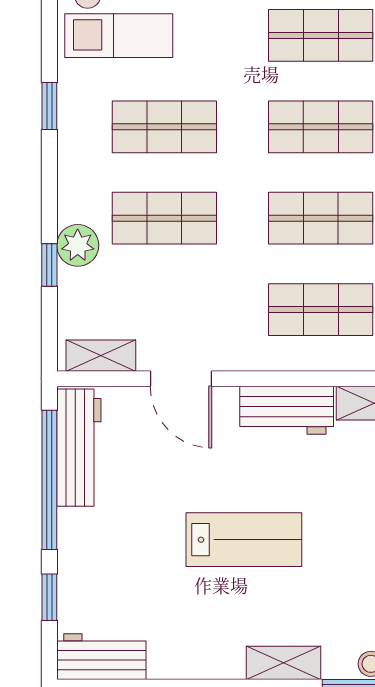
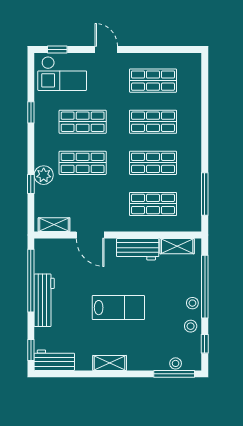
workbench: (79, 448) -> (44, 300), moved
window: (49, 597) -> (31, 350), moved
shelving: (283, 663) -> (110, 363), moved

